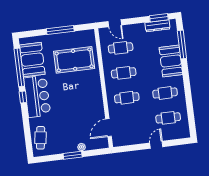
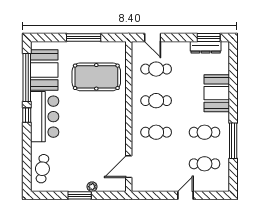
window: (182, 44) -> (233, 141), moved

